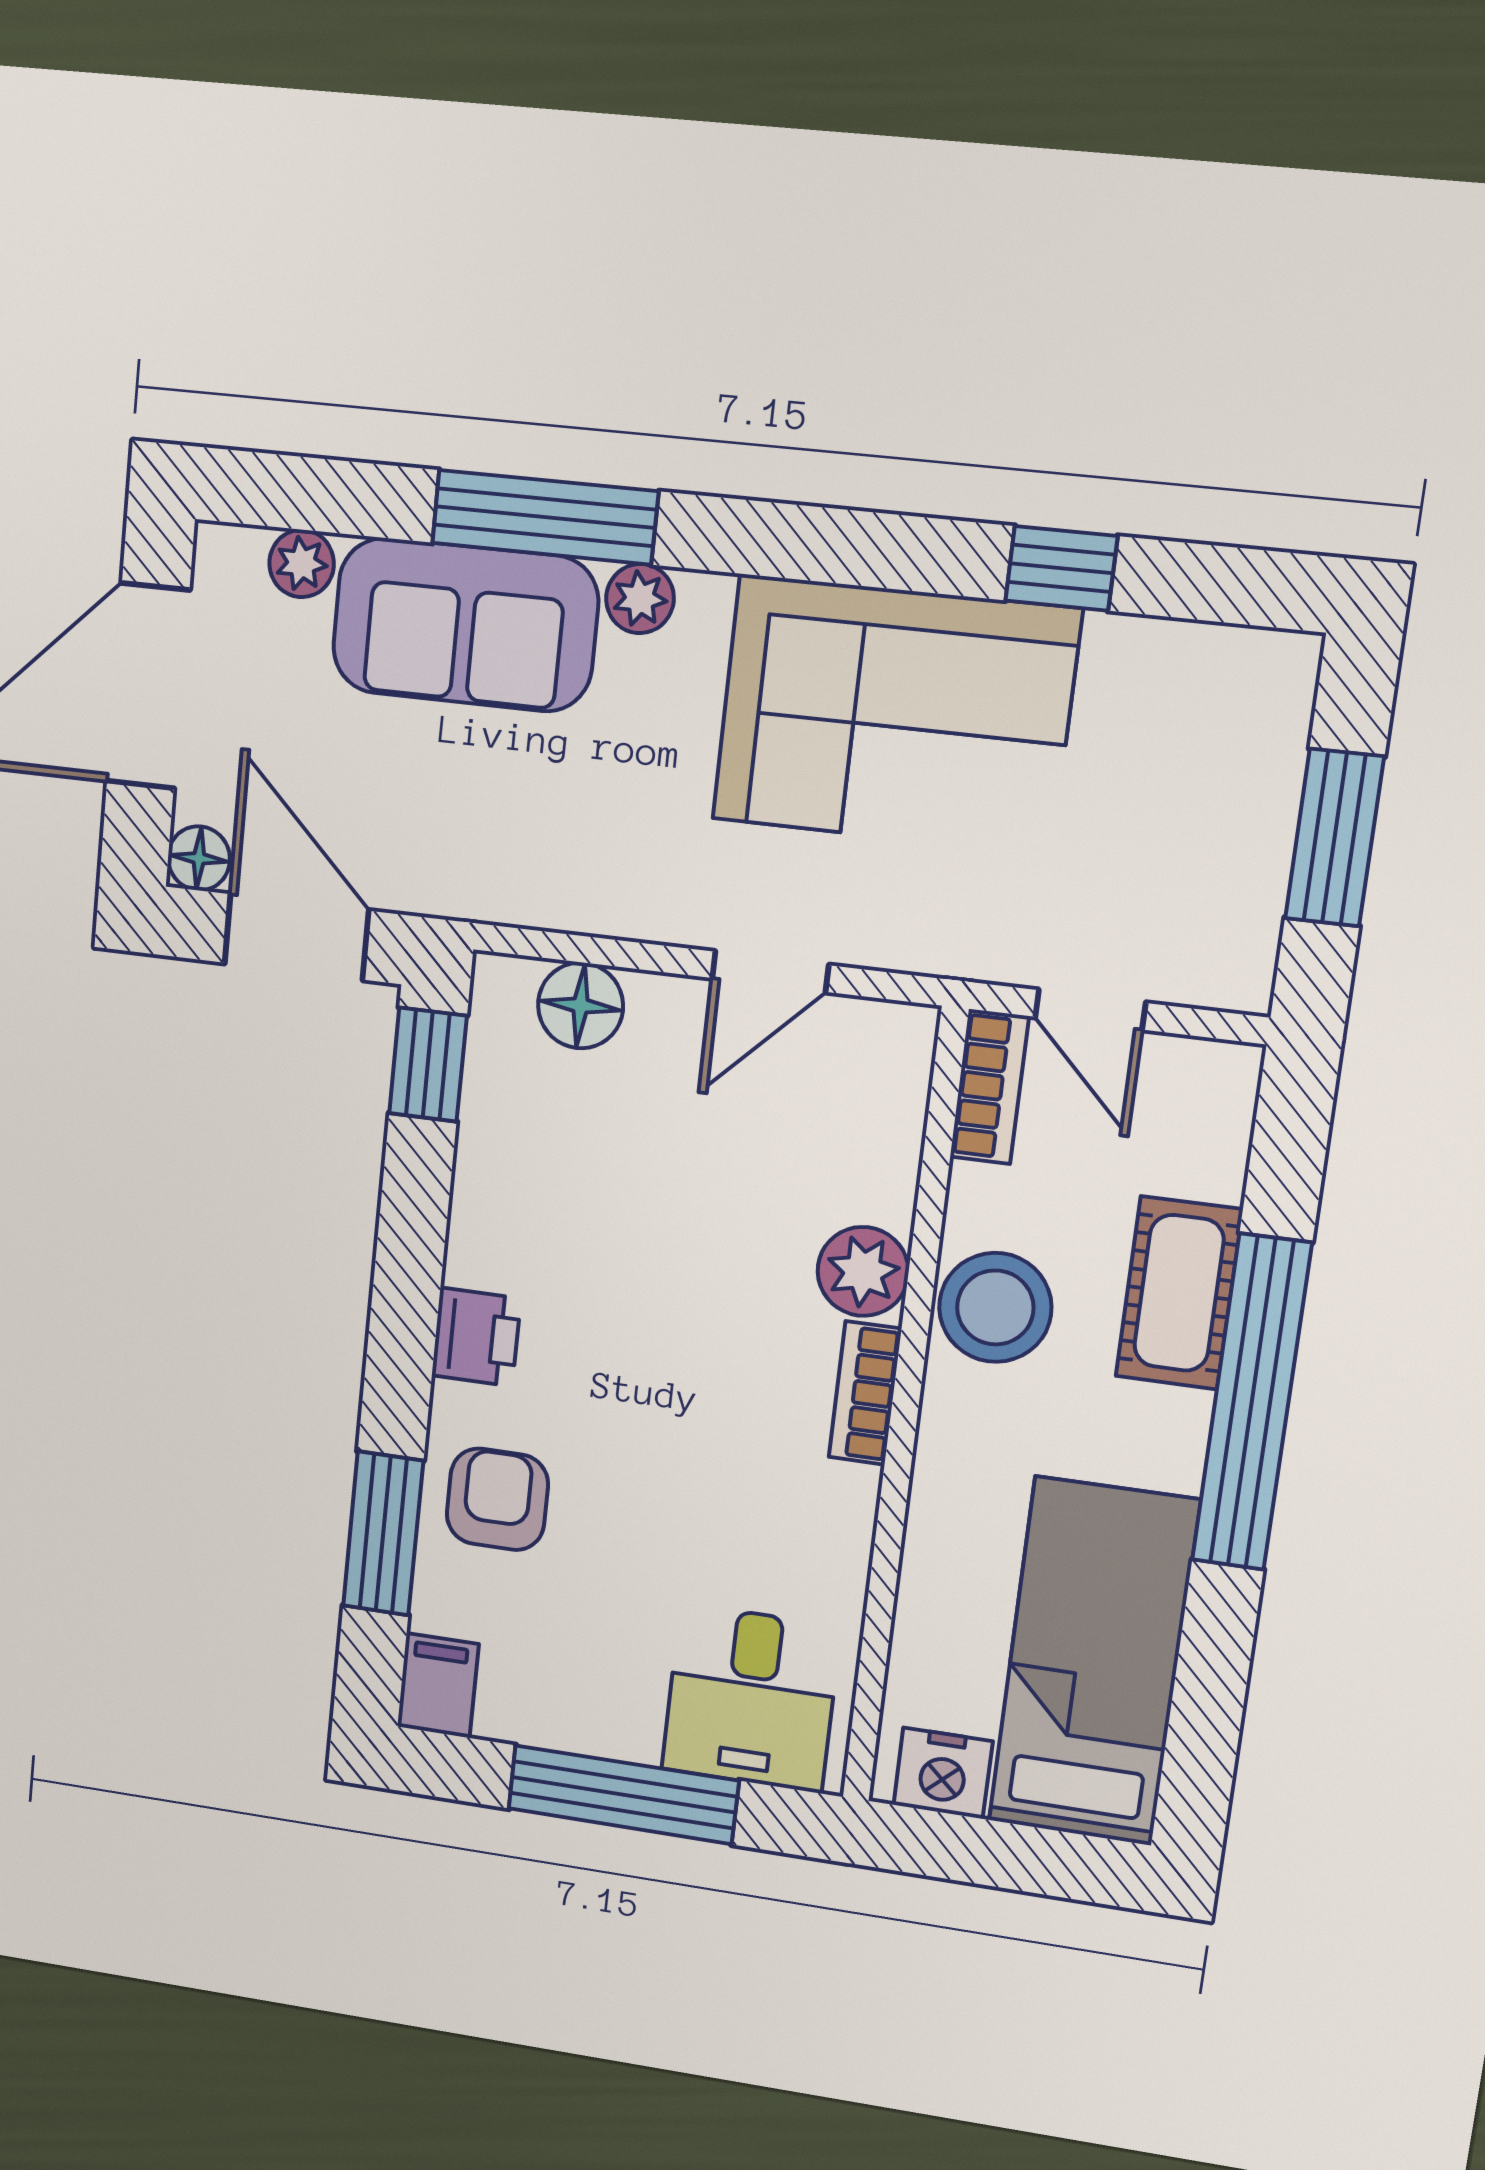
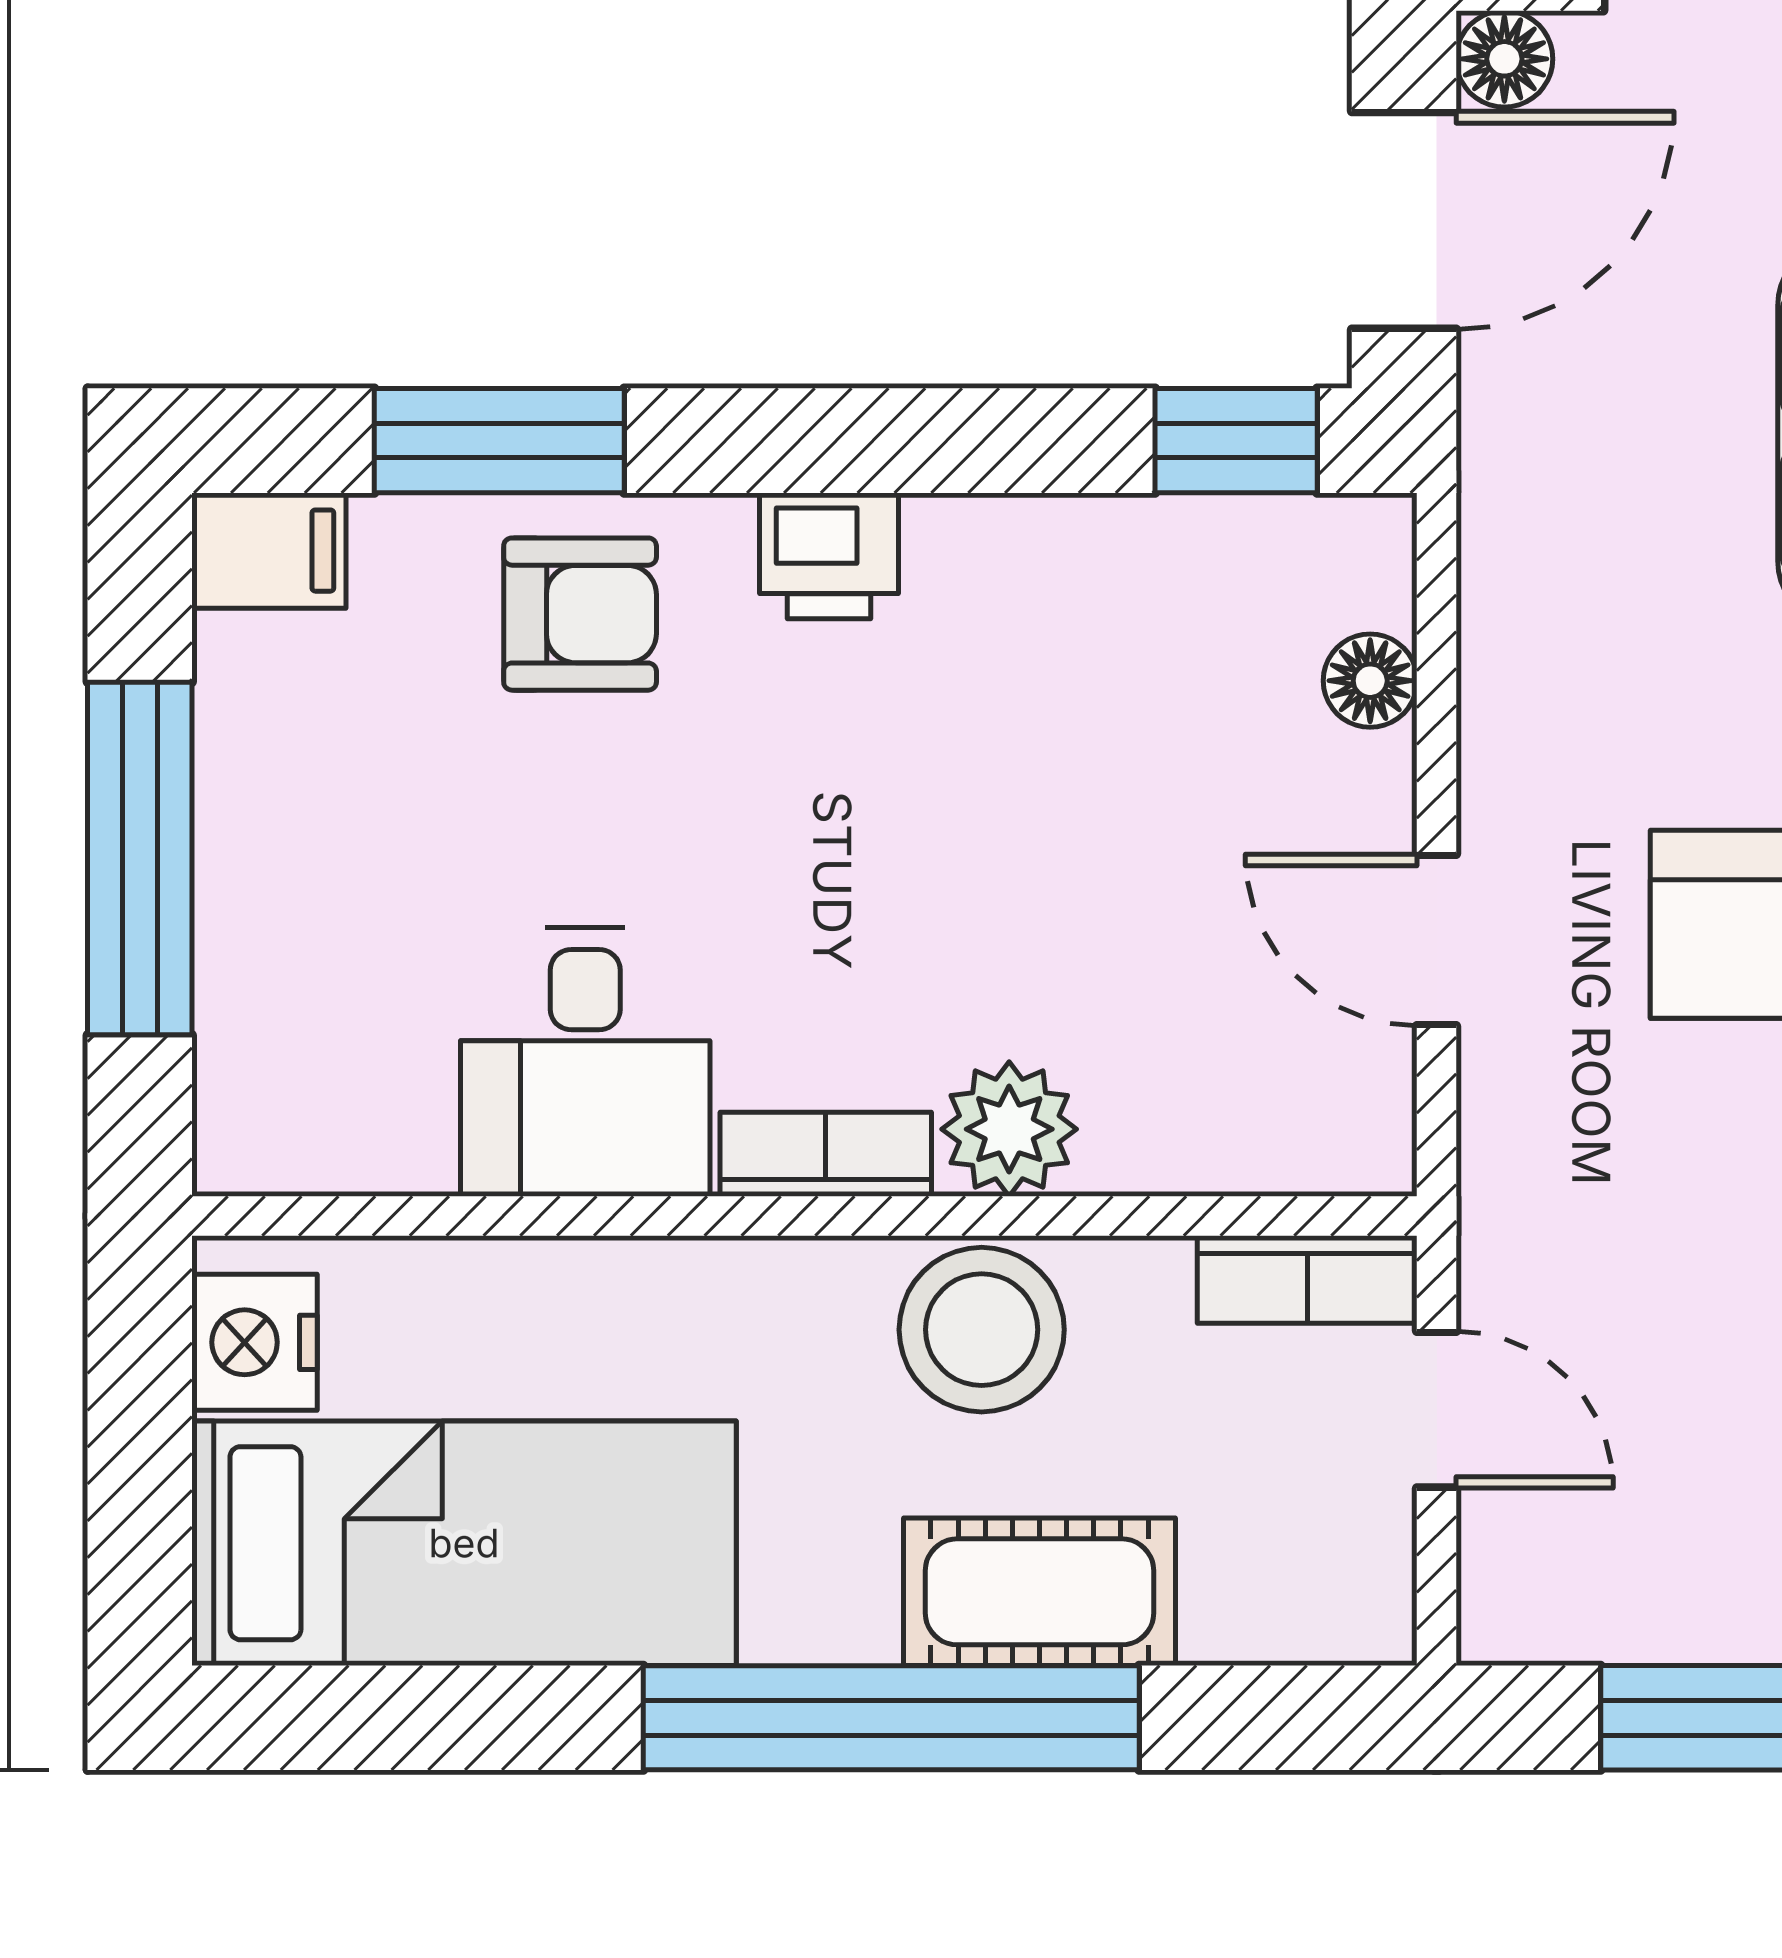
floor lamp: (581, 1006) -> (1370, 681), width x0.73, depth x0.73
door: (1090, 1010) -> (1437, 1410), swing flipped
desk: (751, 1698) -> (585, 1062), moved, turned -90

